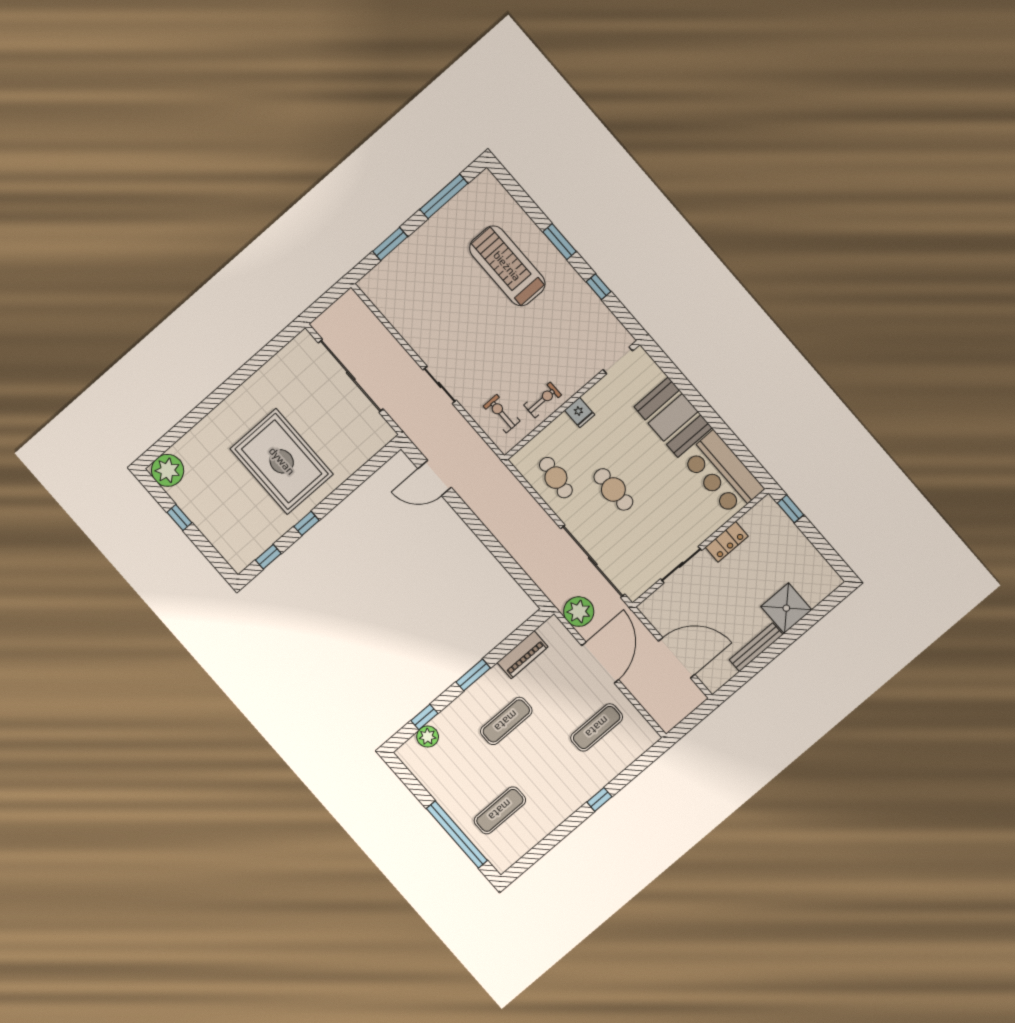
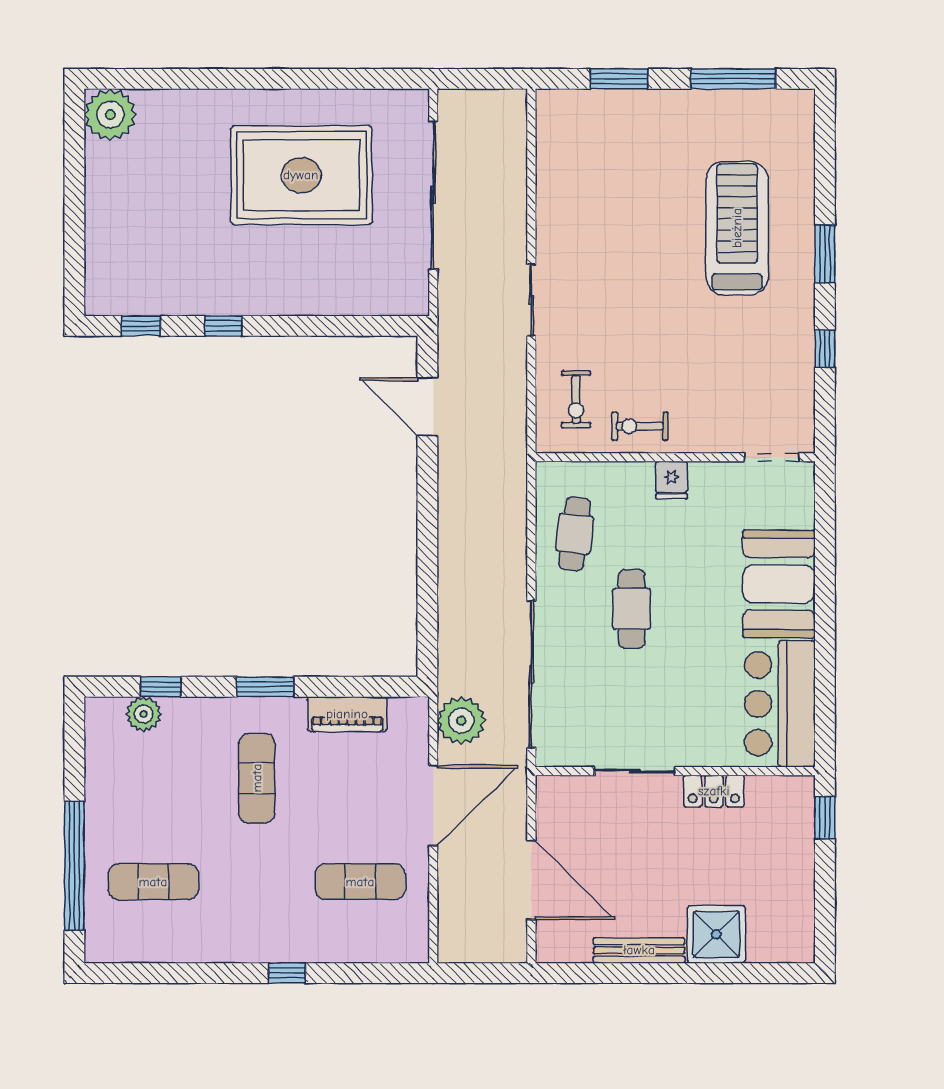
exercise bike: (543, 400) -> (640, 426), turned 180
exercise bike: (502, 414) -> (576, 399), turned 180
rug: (282, 461) -> (301, 175), moved, turned 90
window: (179, 517) -> (74, 184), removed
exercise mat: (506, 721) -> (257, 778), turned 90

